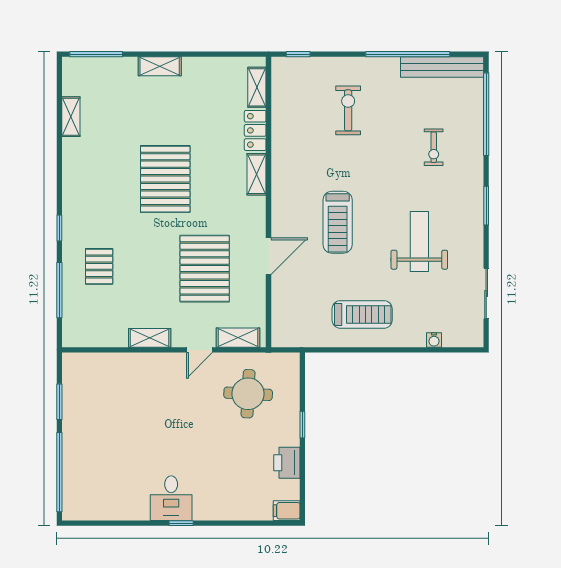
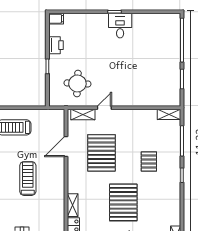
door: (269, 256) -> (66, 147), moved
pallet: (99, 266) -> (149, 162), moved
shelving: (150, 338) -> (169, 114), moved

